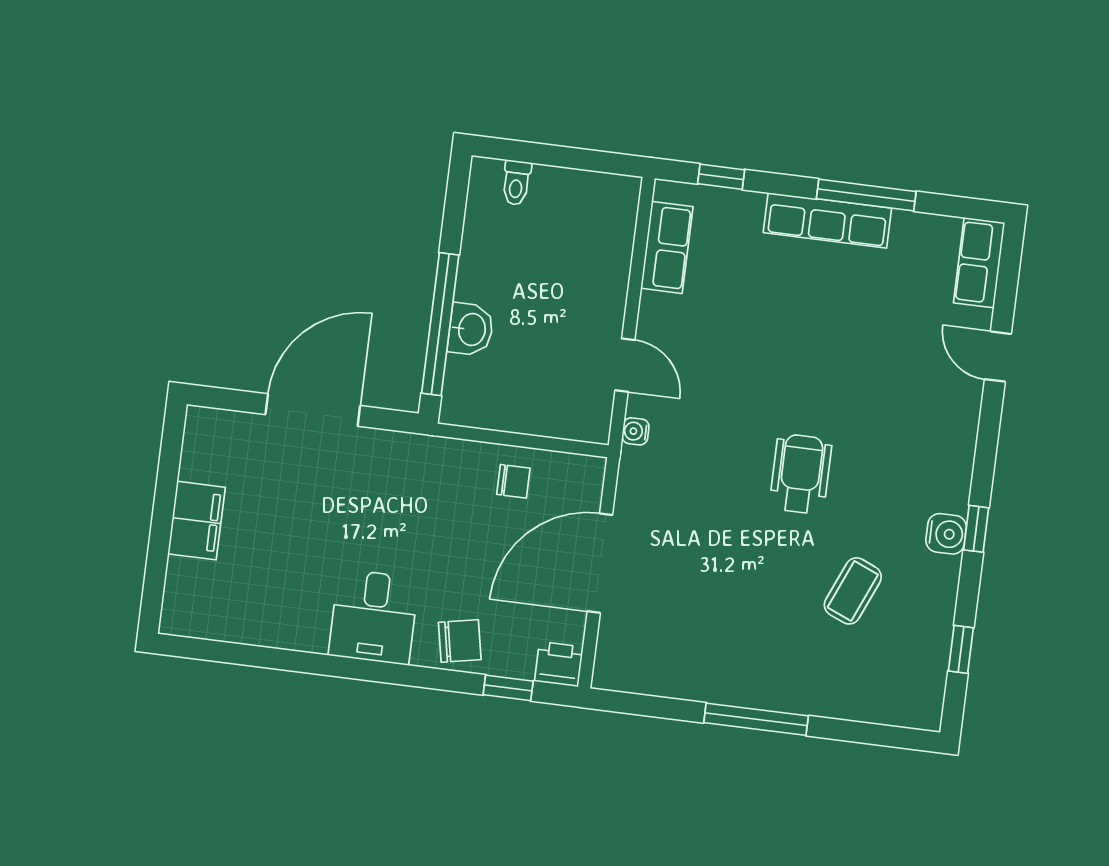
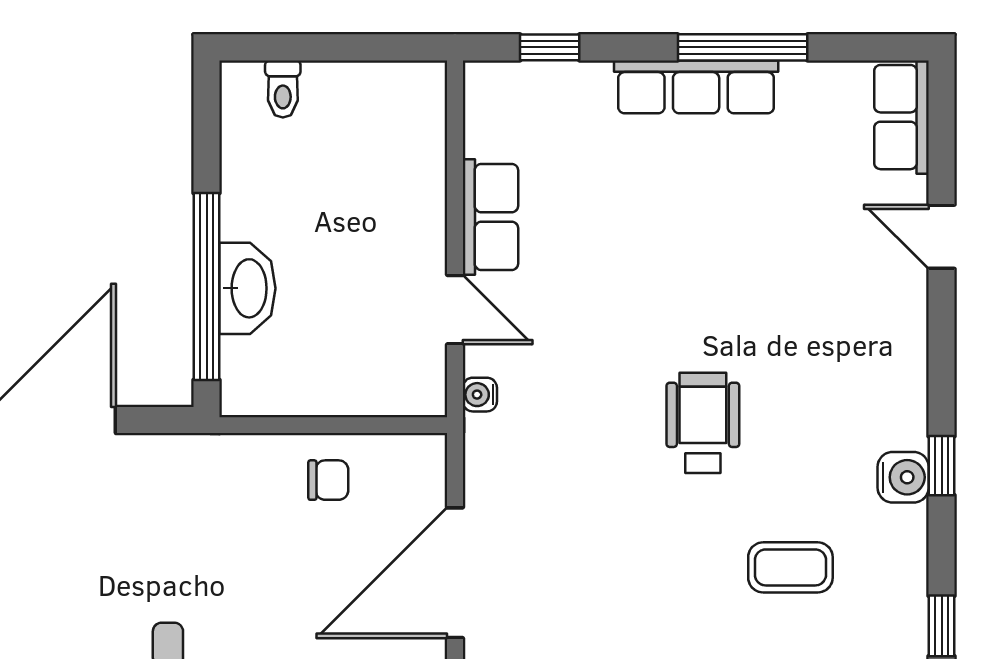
row of seats: (667, 247) -> (490, 217), moved
washbasin: (471, 329) -> (247, 288), width x1.38
coffee table: (853, 591) -> (790, 567), turned 67

